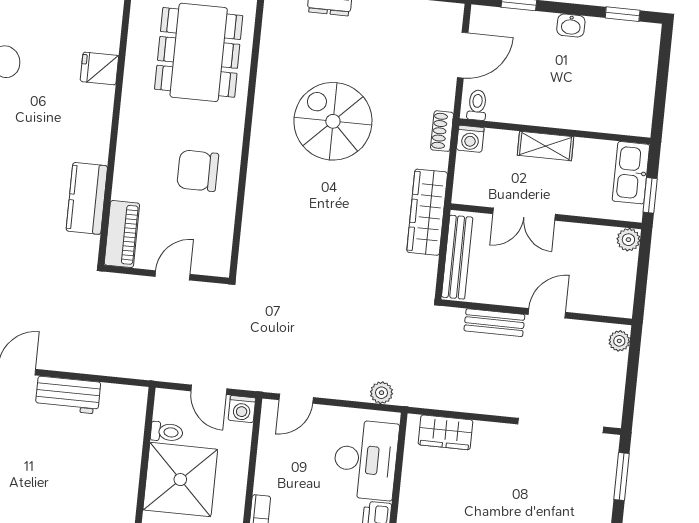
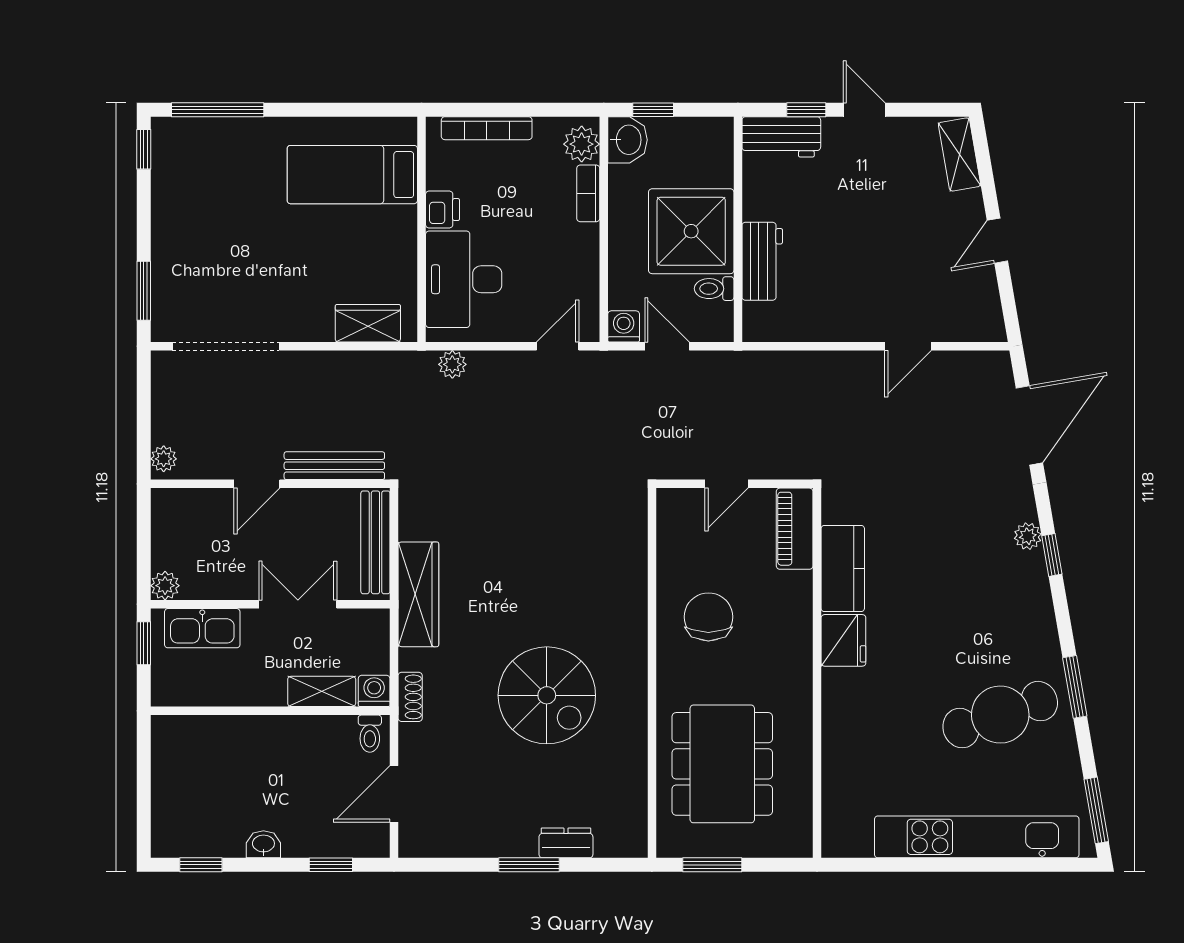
fridge: (99, 69) -> (843, 640), moved, width x1.38
shelving: (546, 146) -> (322, 691), moved
chair: (198, 171) -> (708, 617), turned -90
kitchen sink: (631, 173) -> (202, 628), moved, turned 90
bench: (494, 323) -> (334, 466), width x1.36
workbench: (68, 395) -> (762, 261), moved, turned 90

